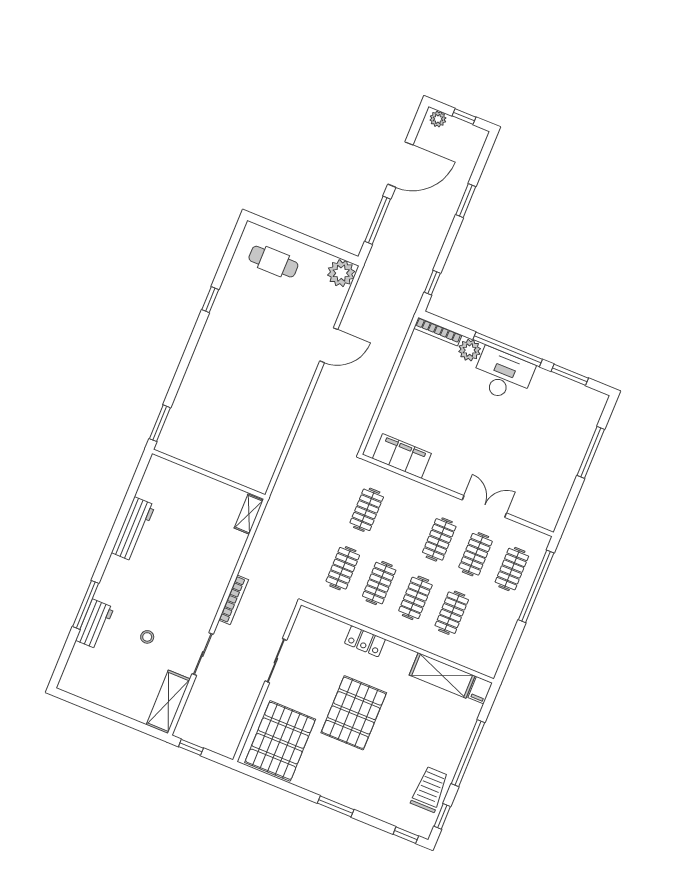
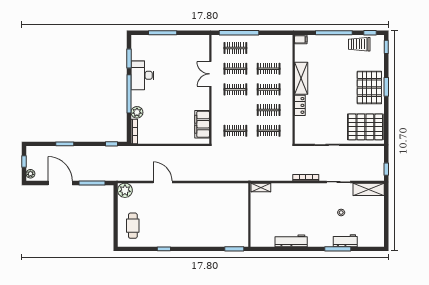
desk: (503, 375) -> (142, 75), moved
shelving: (442, 675) -> (301, 78), moved
pallet: (354, 713) -> (369, 87), moved, turned 90

